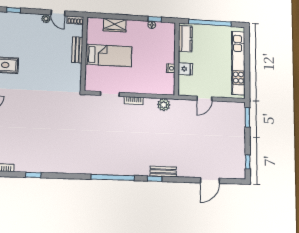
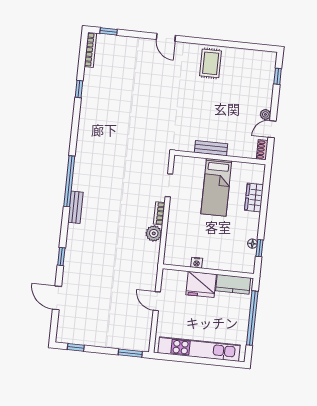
bench: (77, 50) -> (211, 148), moved
fridge: (185, 69) -> (201, 284), width x1.88, depth x1.34
plant: (164, 105) -> (154, 233), moved
bench: (163, 171) -> (75, 207), moved
window: (155, 179) -> (61, 257), moved

